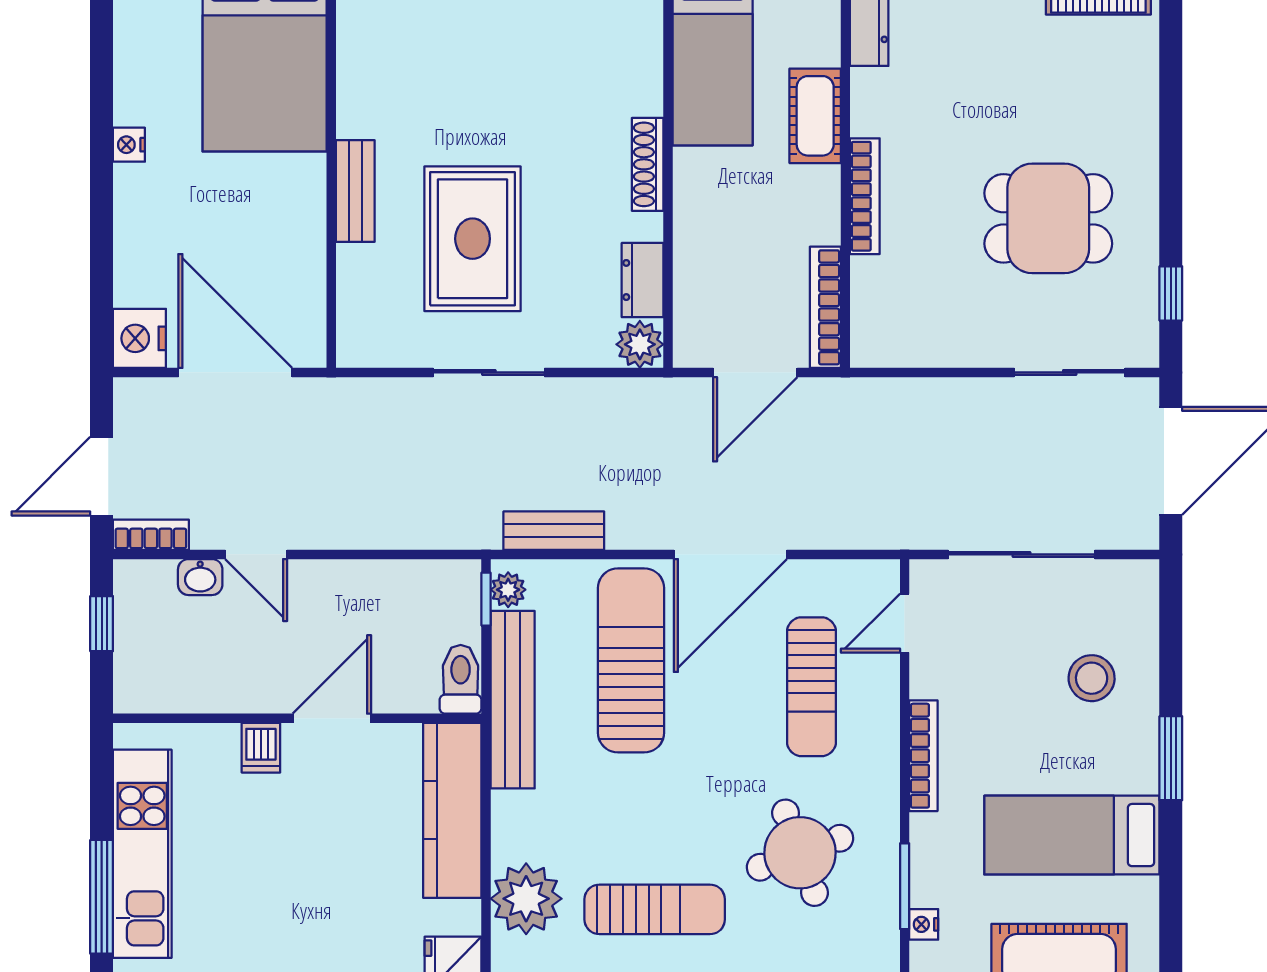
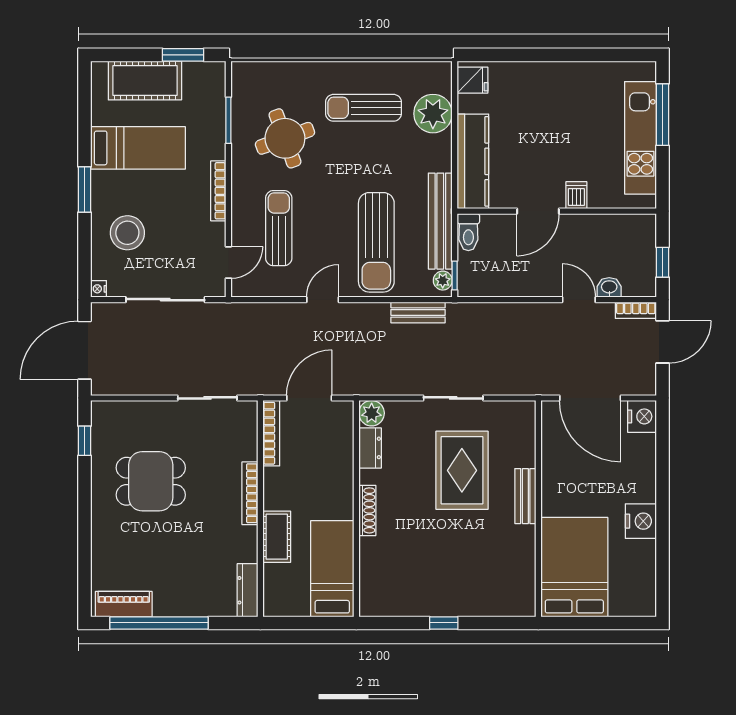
nightstand: (129, 145) -> (641, 521), width x1.89, depth x1.79
sliding door: (1070, 372) -> (207, 398), moved
door: (730, 554) -> (323, 300), width x0.53
stool: (1092, 678) -> (127, 233), width x1.38, depth x1.38
nightstand: (924, 924) -> (99, 289), moved, turned 180

